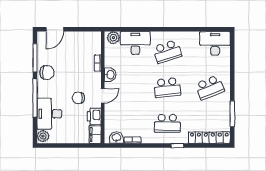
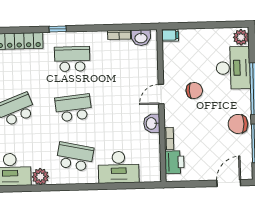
plant: (113, 38) -> (40, 177), moved
school desk: (167, 52) -> (75, 157), turned 30
printer: (94, 116) -> (174, 162), moved
filing cabinet: (95, 134) -> (170, 35), width x0.50

